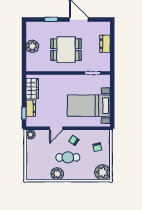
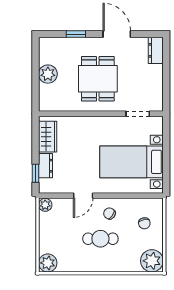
dresser: (105, 44) -> (156, 50), moved
dining table: (66, 50) -> (98, 79), turned 90
plant: (57, 174) -> (48, 263), moved

